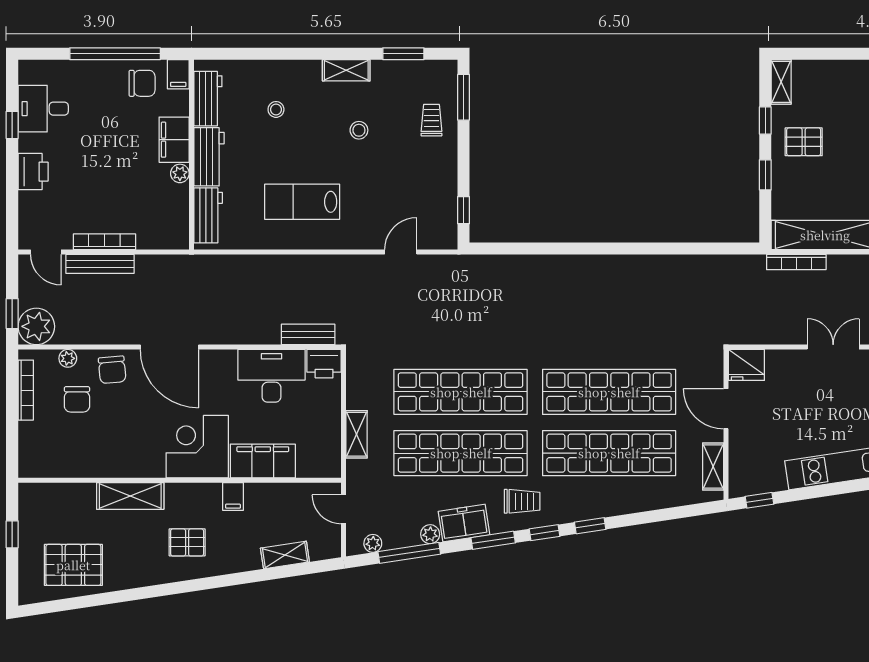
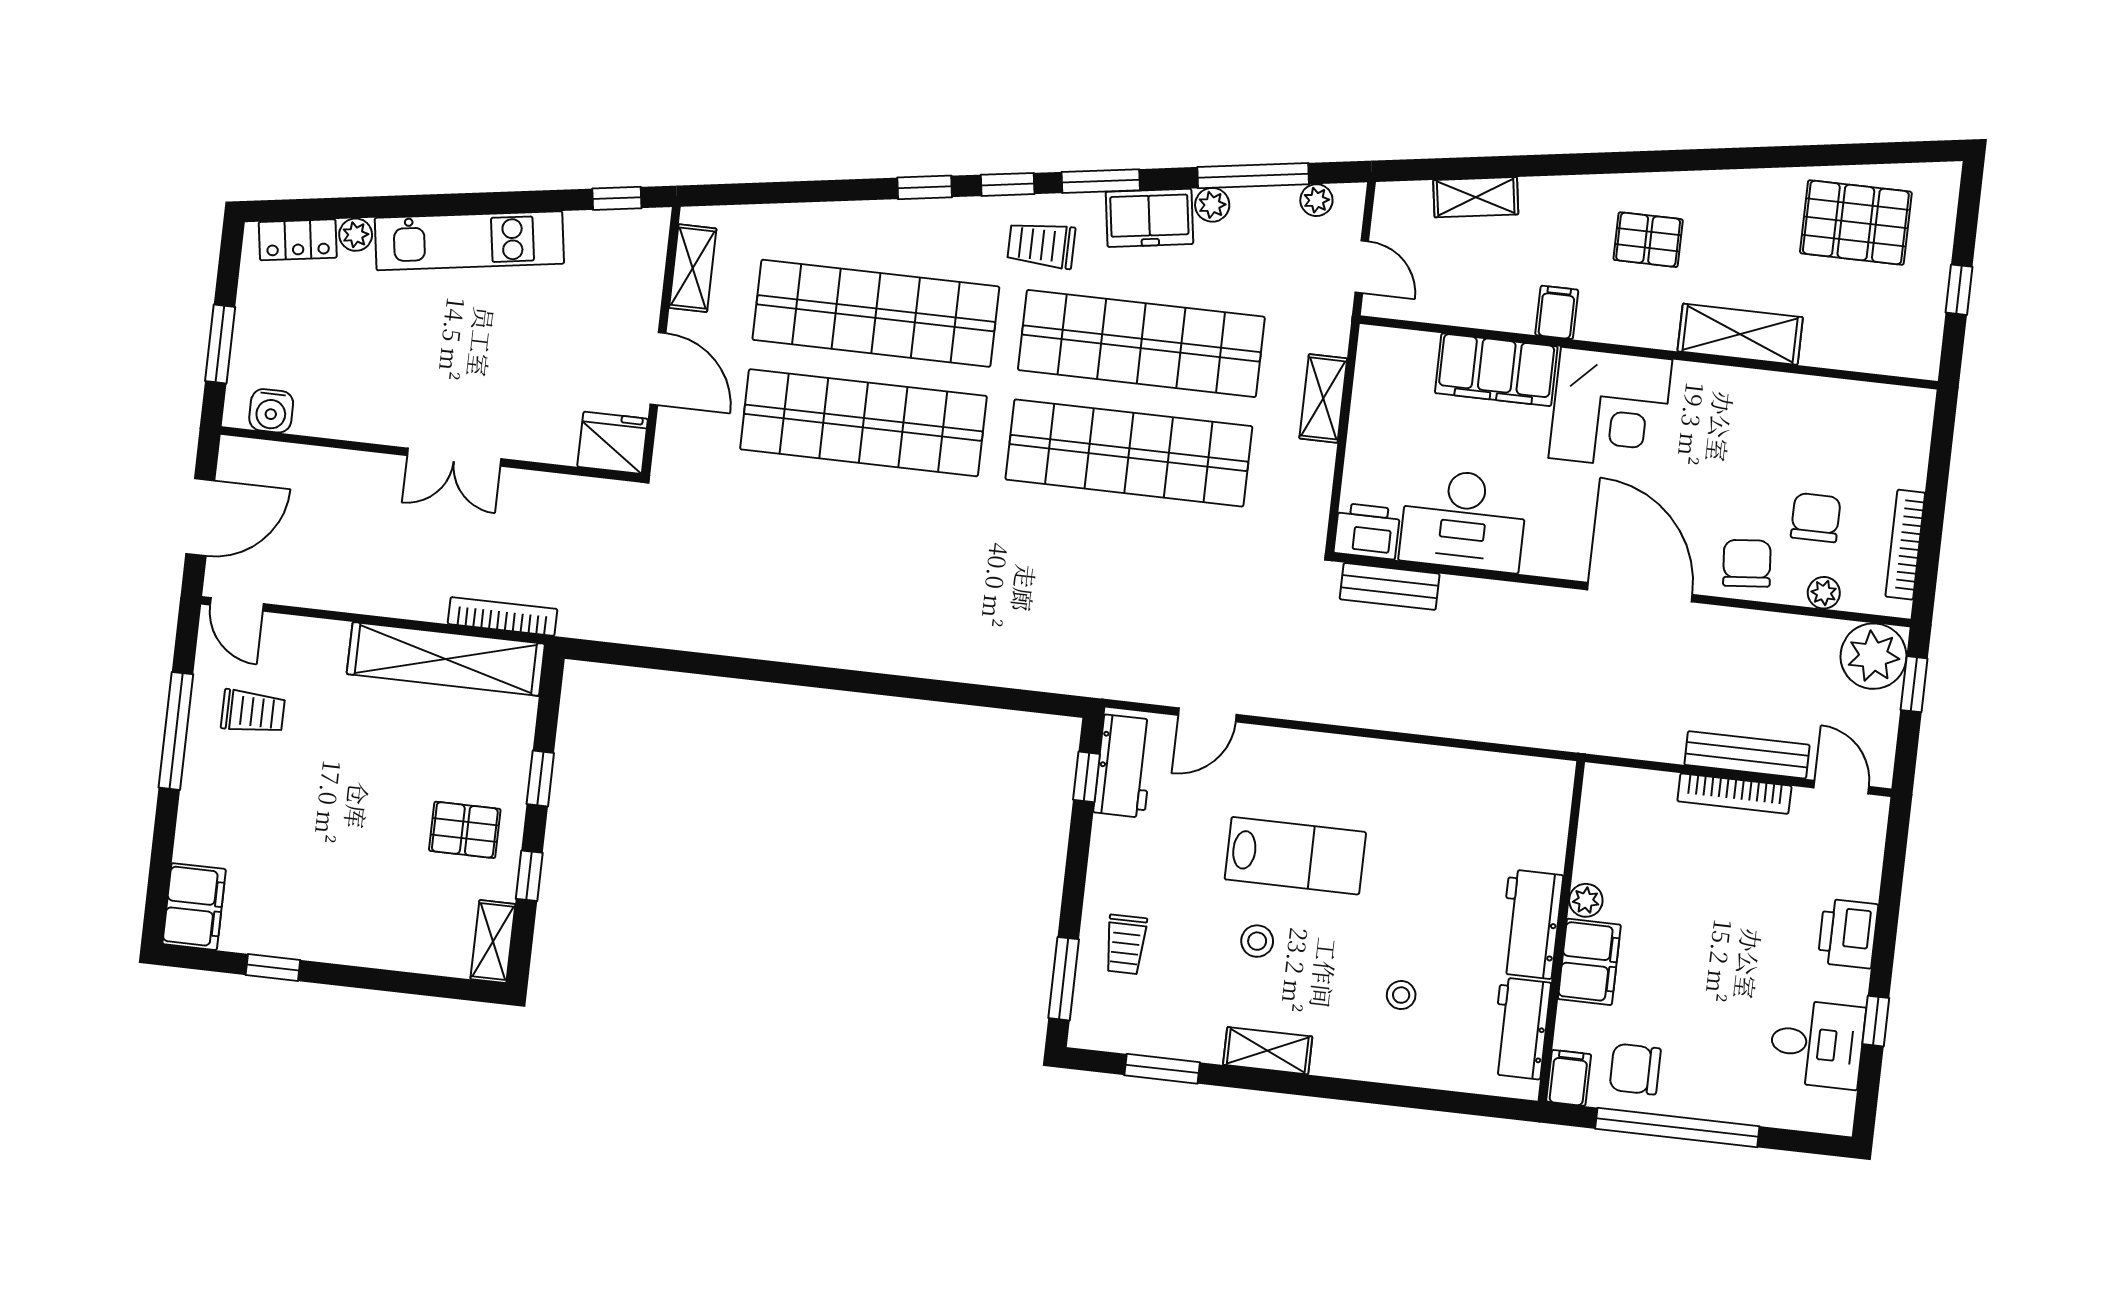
lab bench: (302, 202) -> (1295, 856), moved
workbench: (208, 215) -> (1124, 766), moved, turned 180

